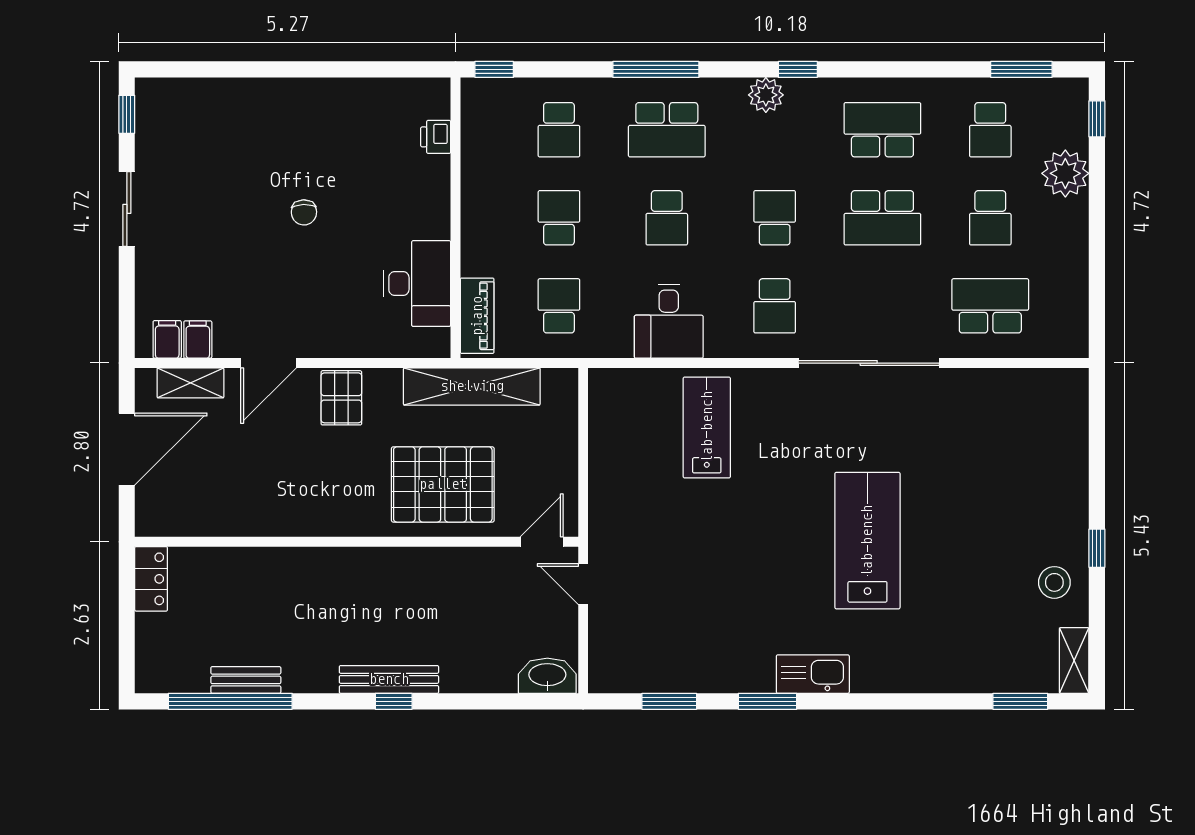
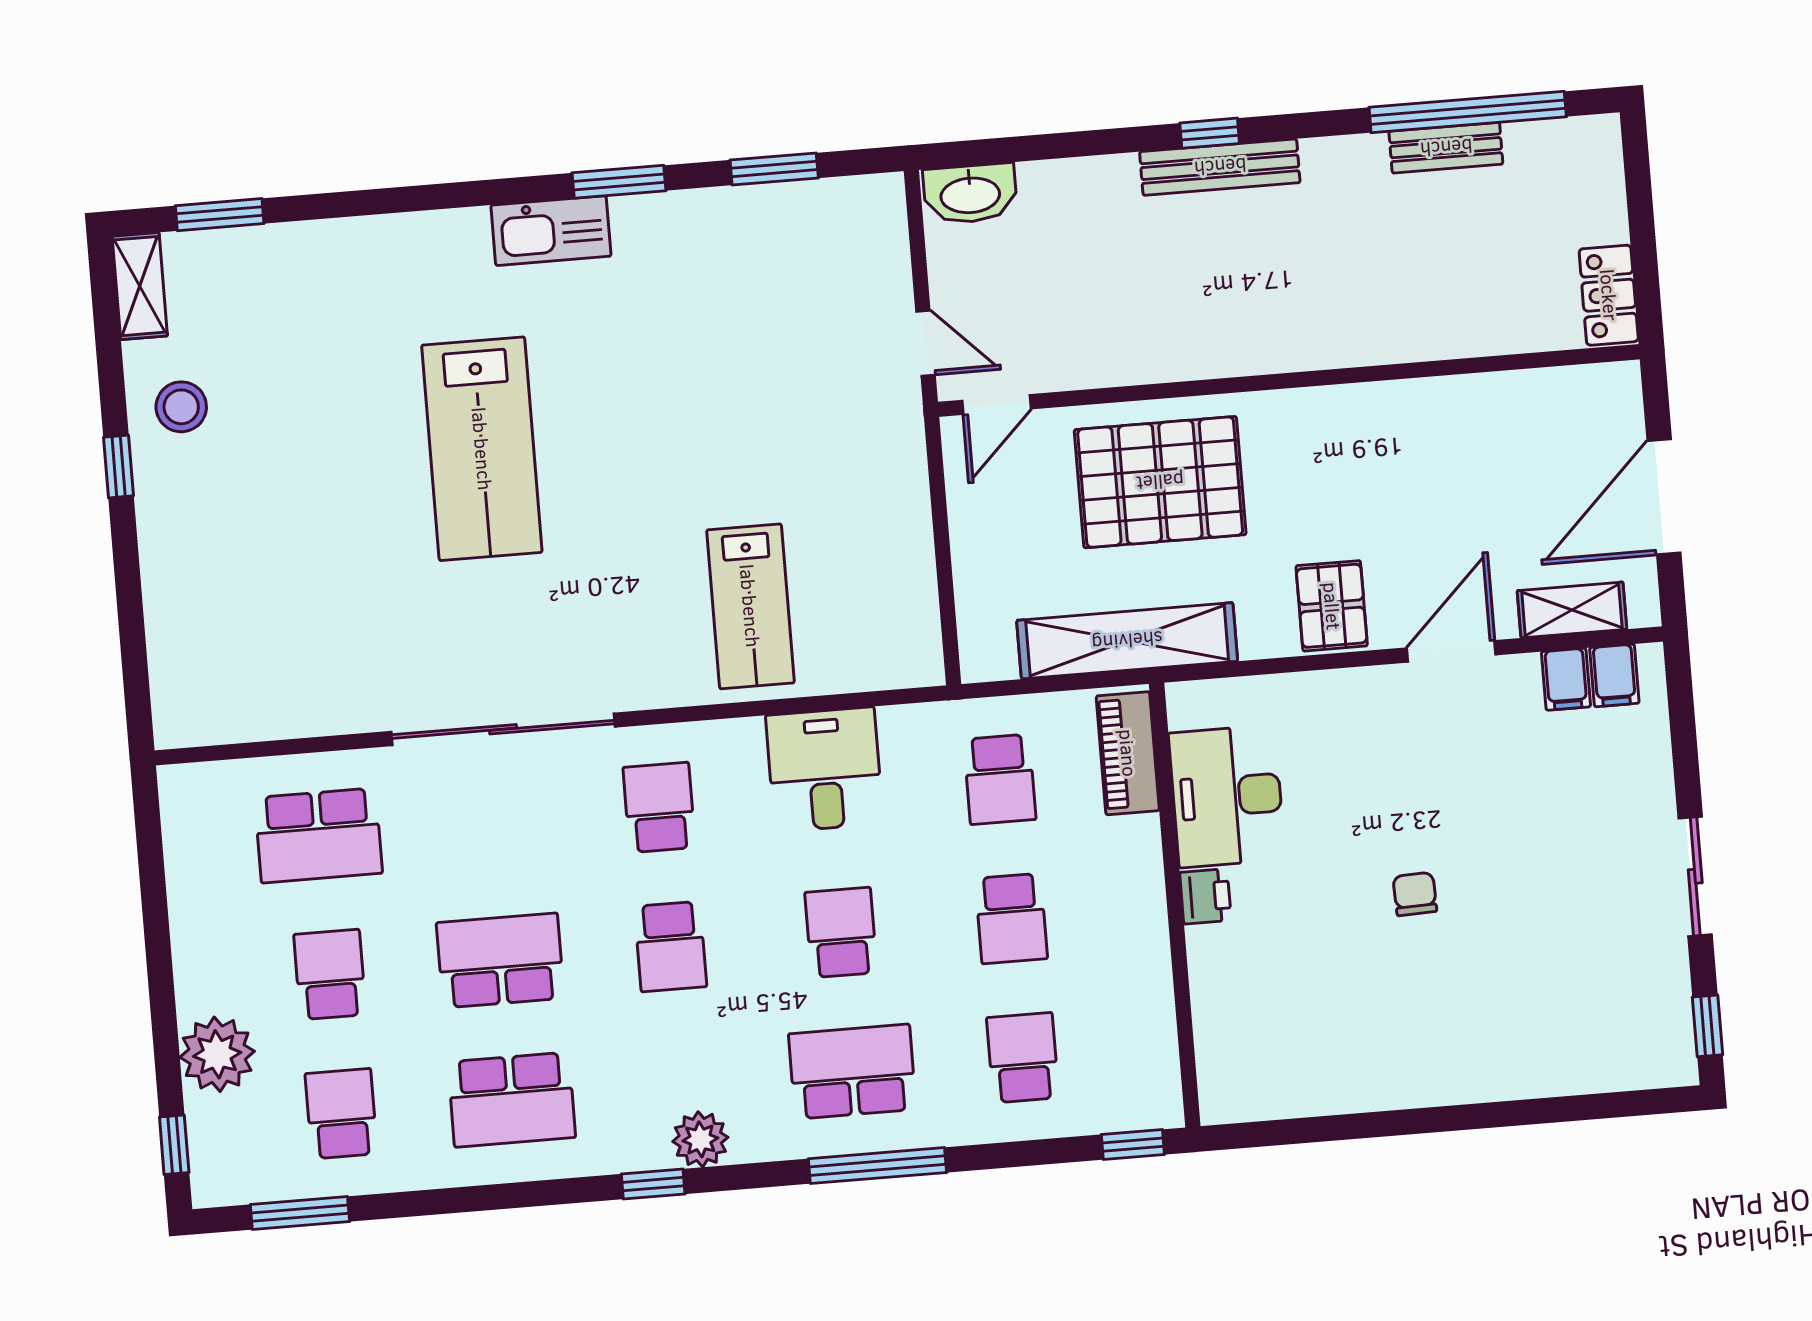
printer: (436, 137) -> (1205, 896), moved

